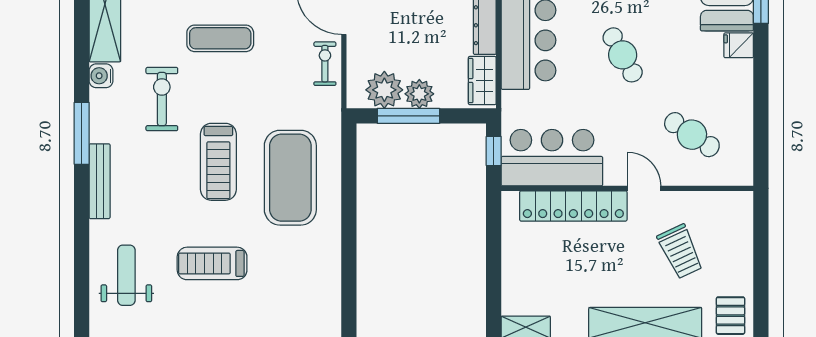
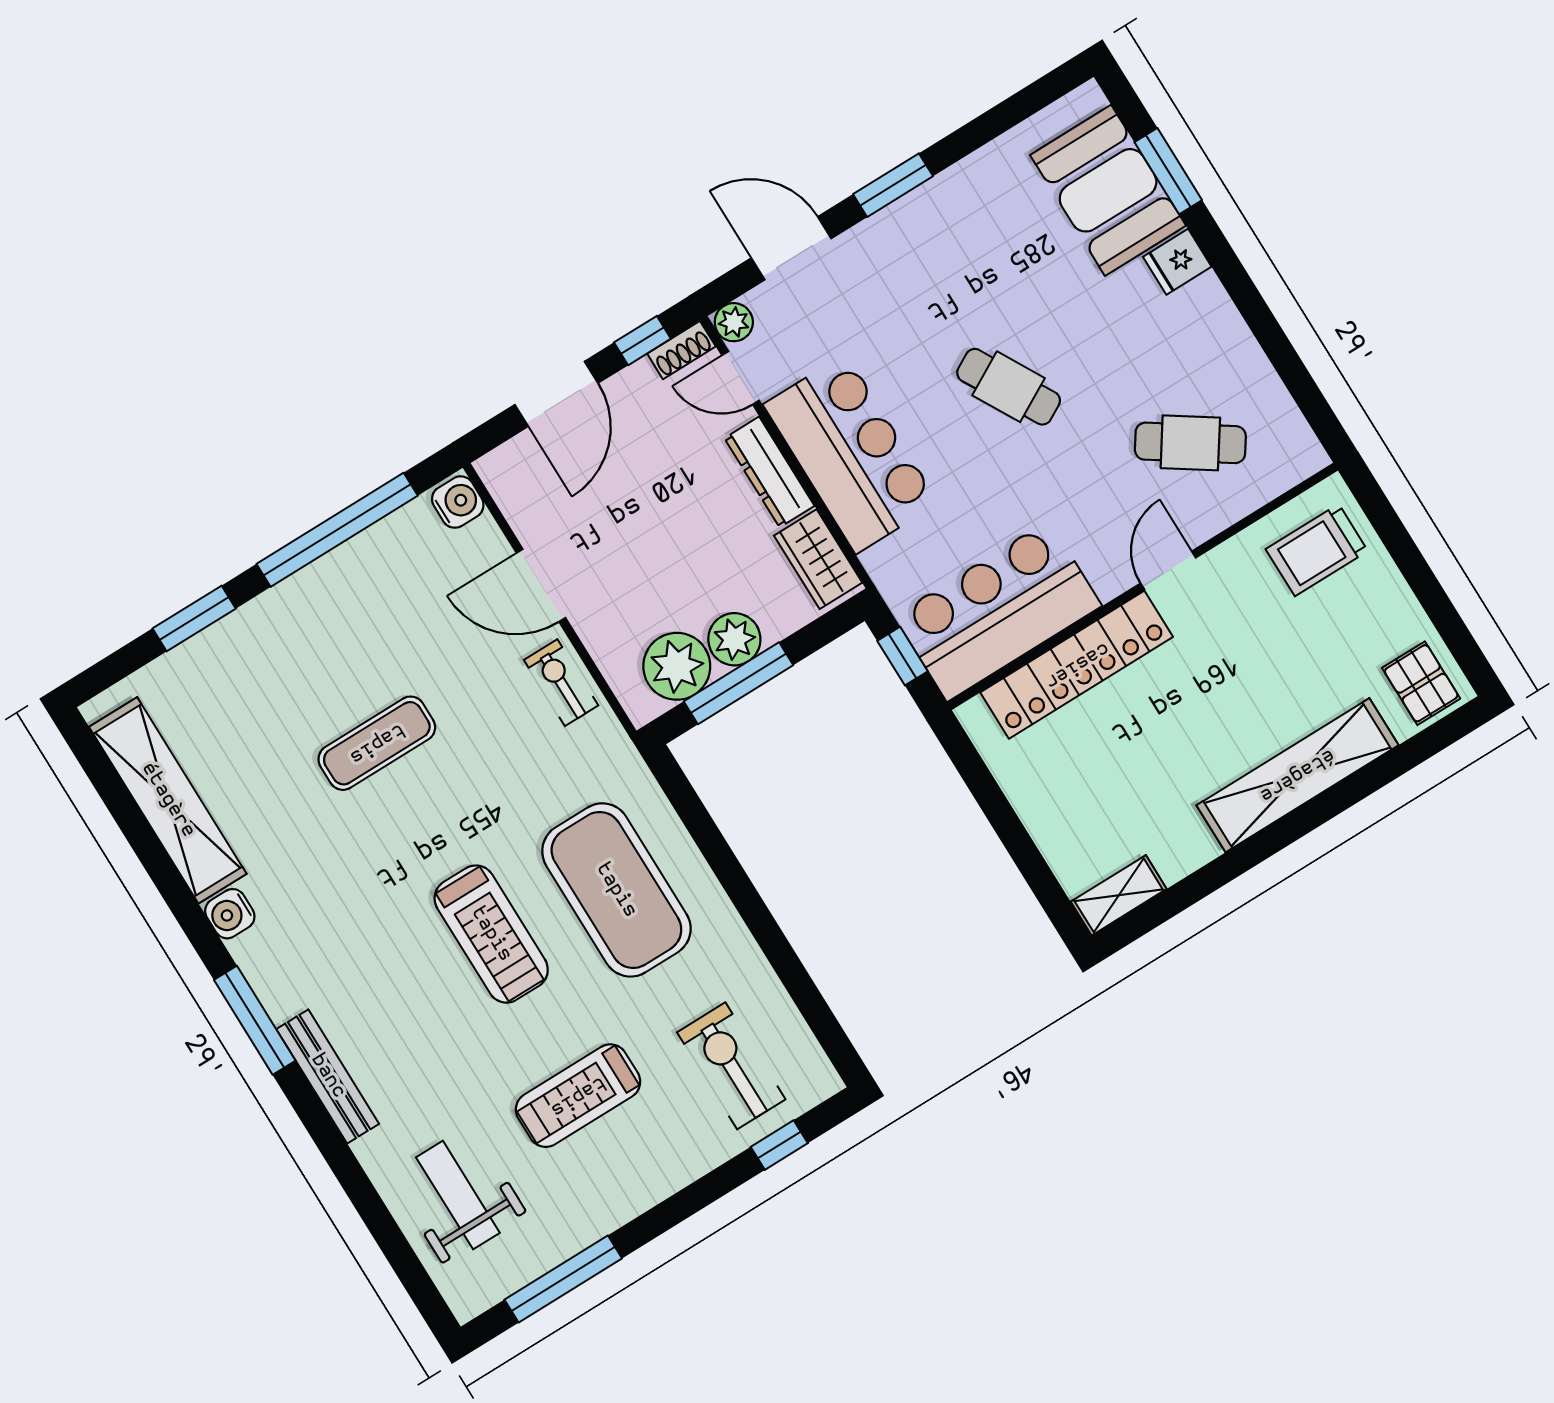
exercise bike: (162, 99) -> (731, 1066), moved
door: (644, 188) -> (1168, 570), hinge flipped
trolley: (680, 251) -> (1317, 550), moved, turned 115

